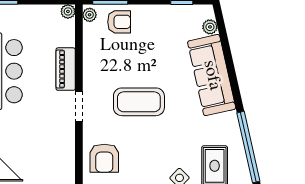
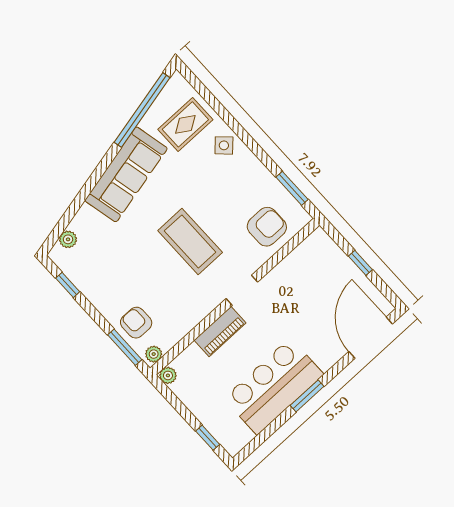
sofa: (212, 75) -> (126, 174), moved

